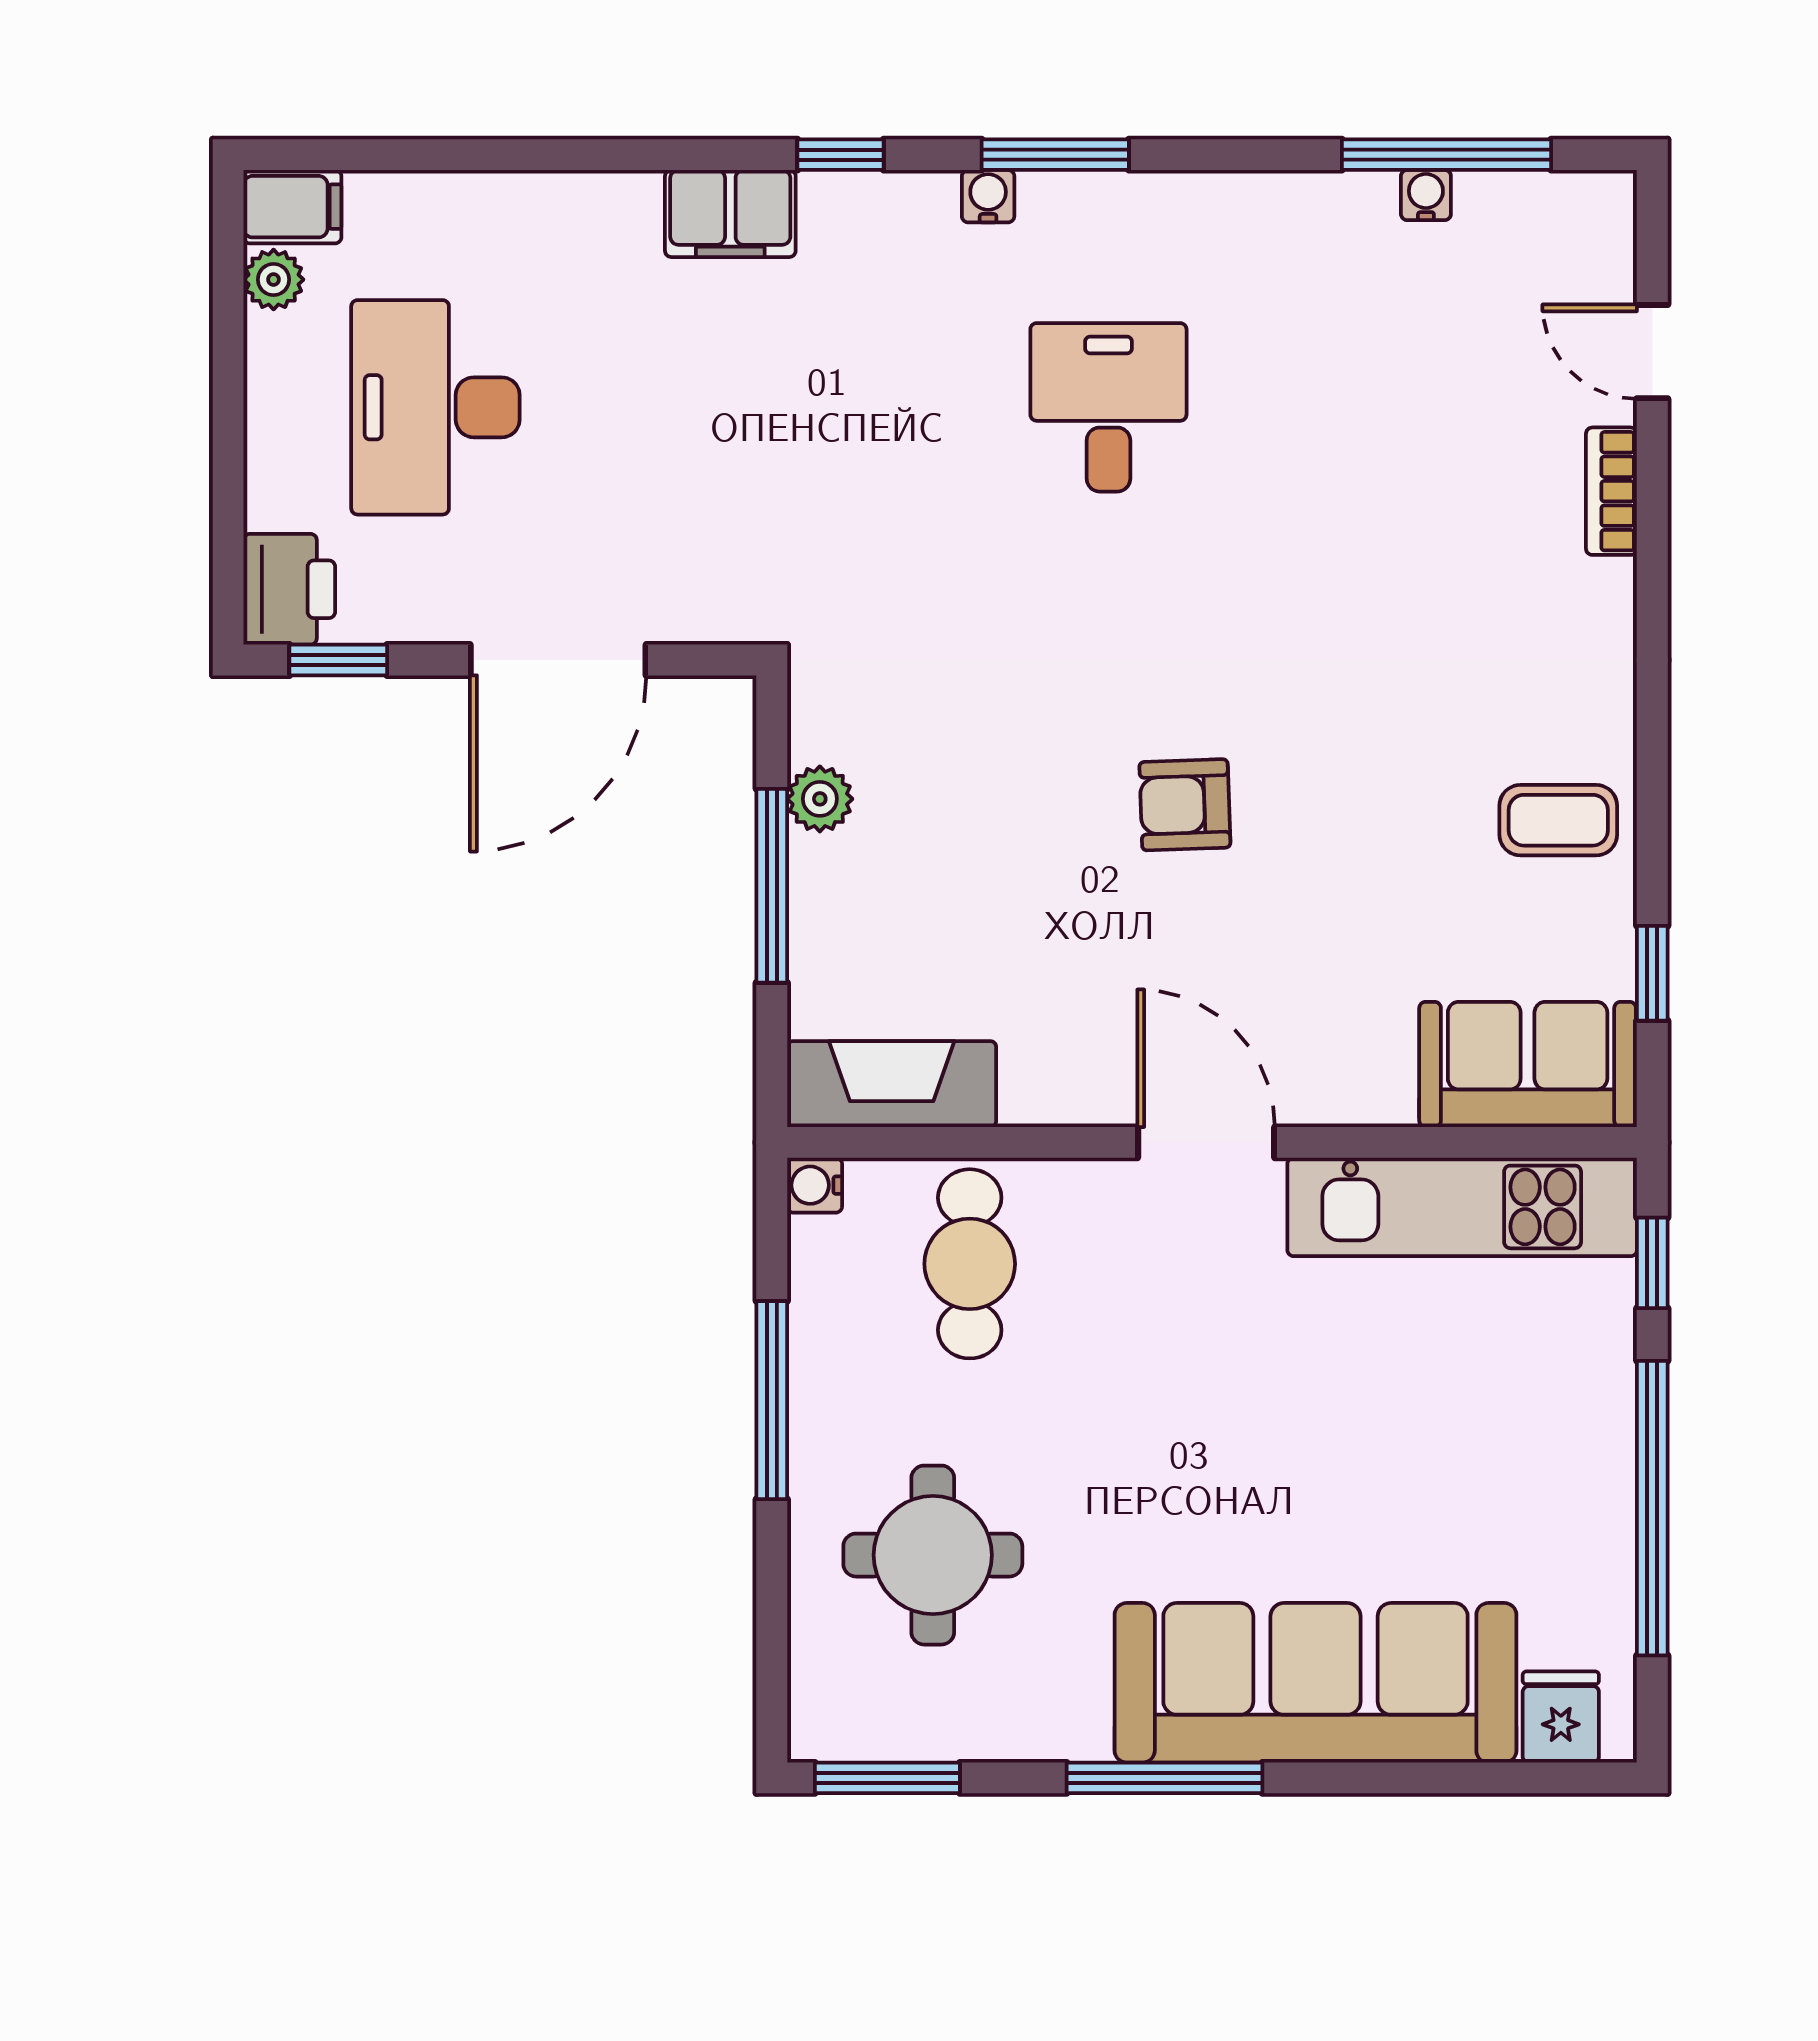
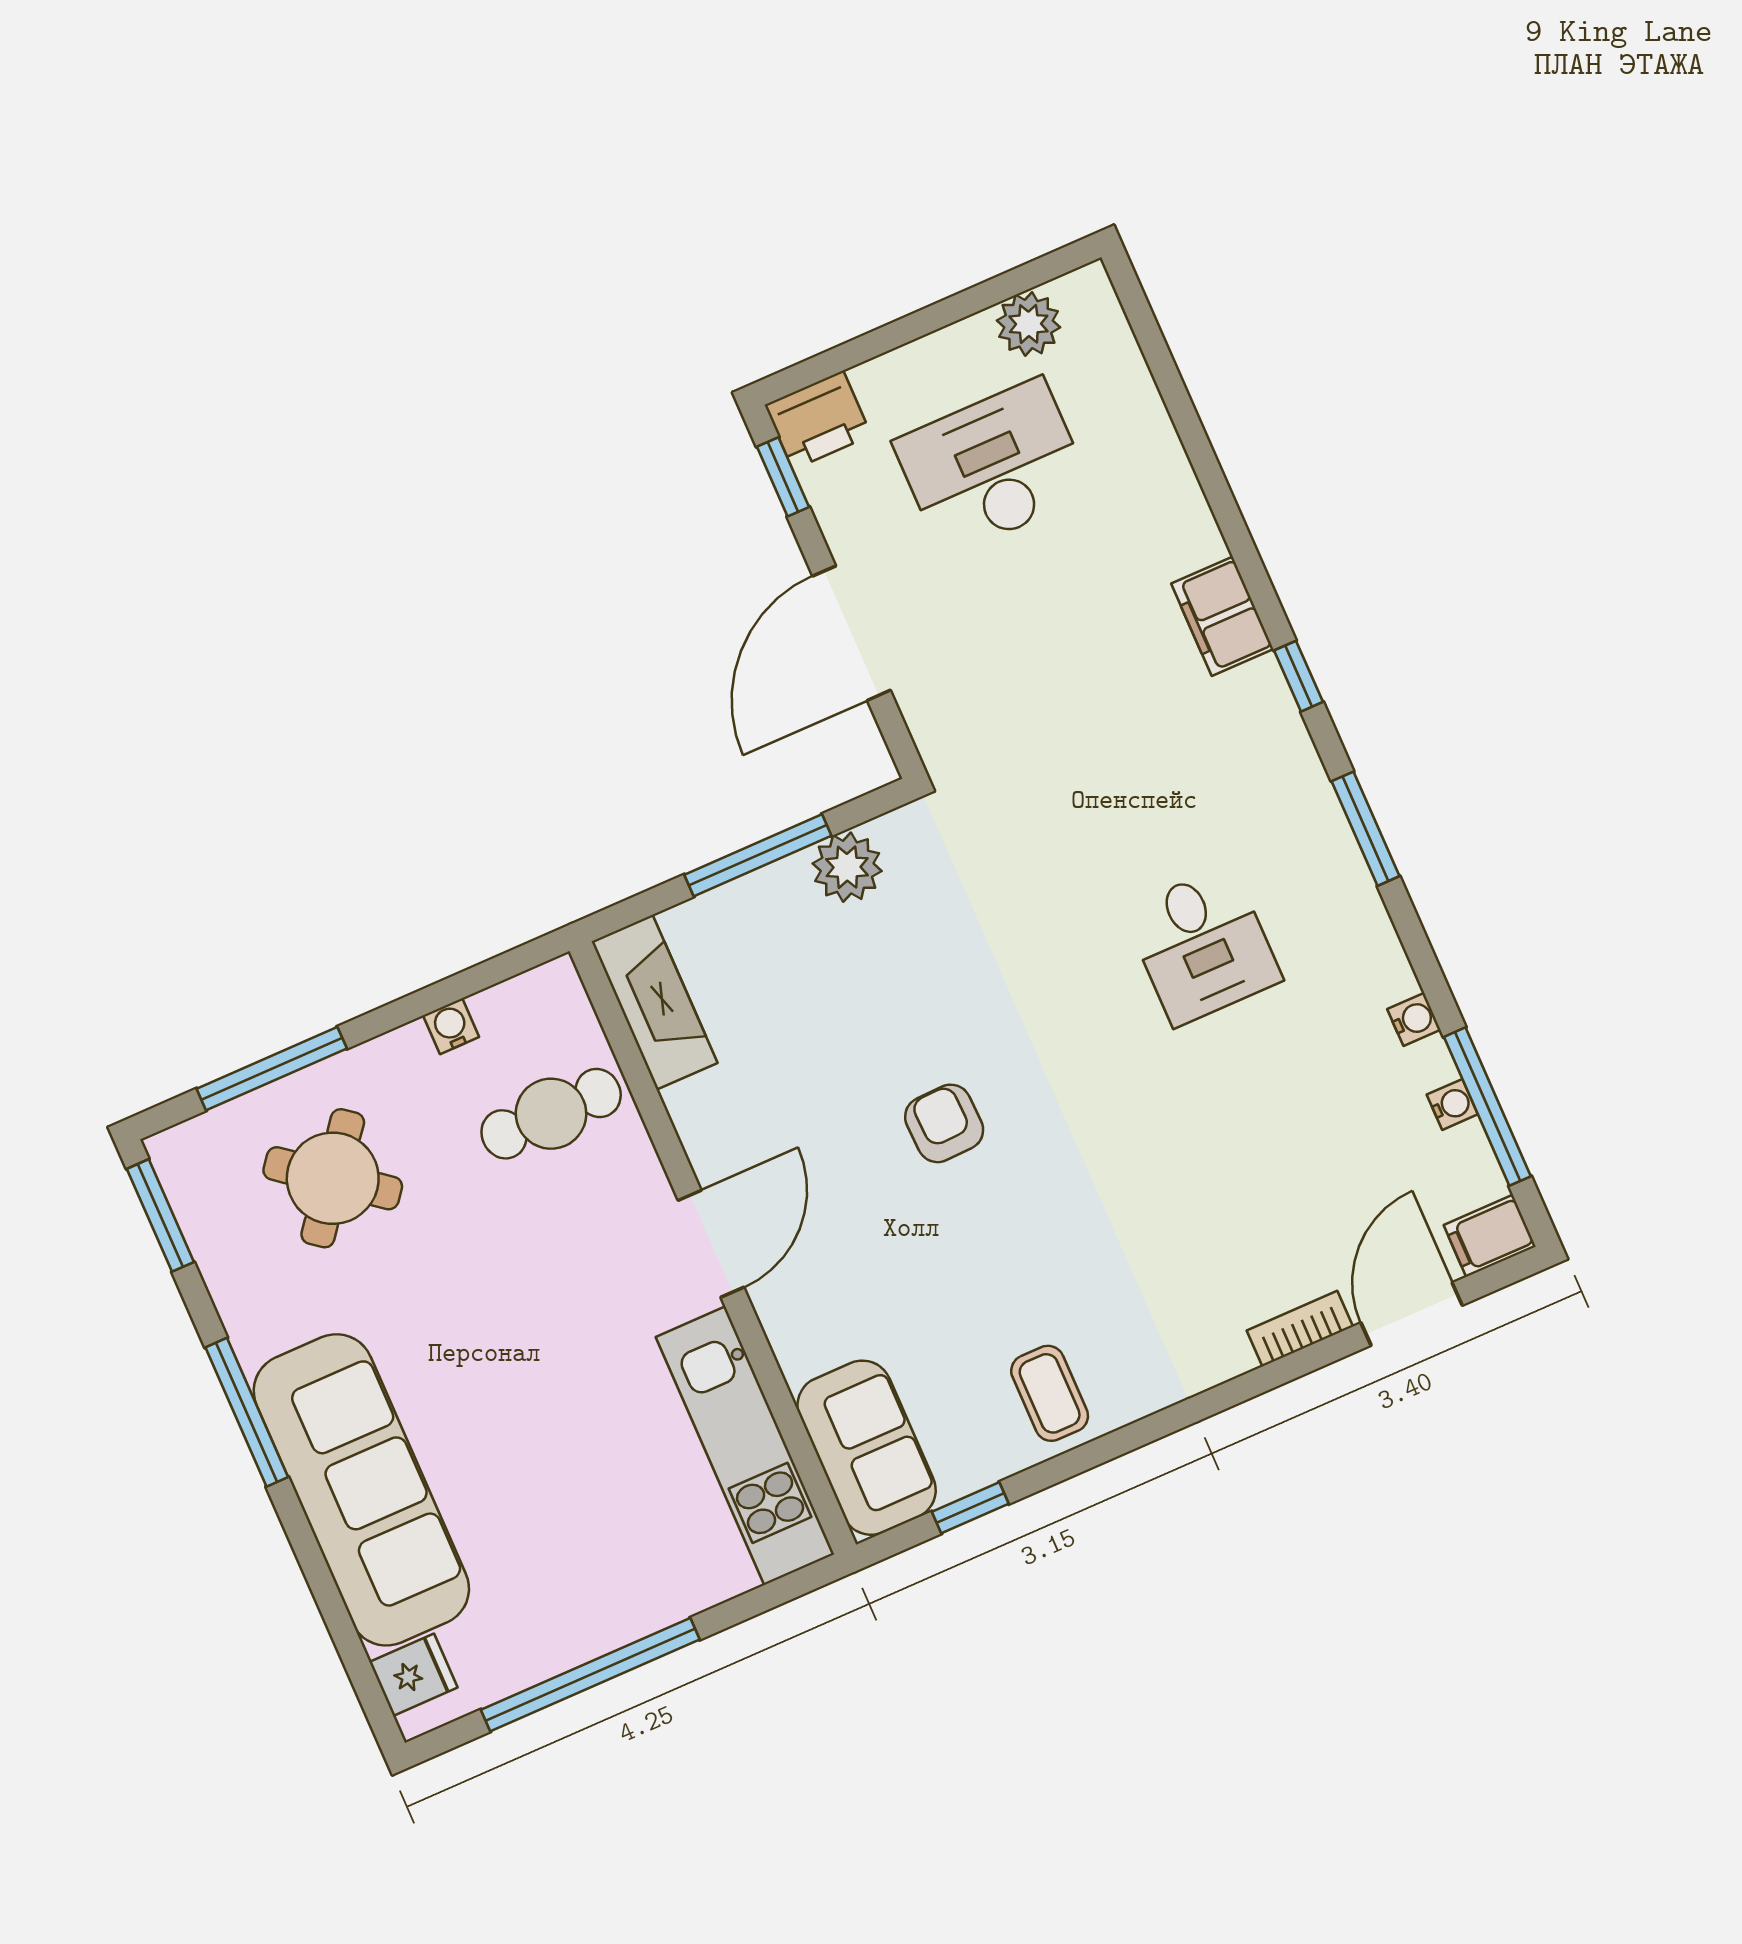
water cooler: (988, 196) -> (1414, 1019), moved
filing cabinet: (292, 207) -> (1490, 1236), moved, turned 90
plant: (274, 280) -> (1029, 324), width x1.38, depth x1.38
door: (1652, 352) -> (1412, 1314), width x1.38
desk: (1108, 407) -> (1203, 945), turned 90
door: (558, 660) -> (852, 633), hinge flipped
plant: (820, 799) -> (847, 867), width x1.38, depth x1.38
water cooler: (815, 1185) -> (451, 1026), moved
window: (1652, 1263) -> (765, 1598), removed
window: (772, 1400) -> (272, 1069), moved
round table: (933, 1555) -> (333, 1178), turned 38

